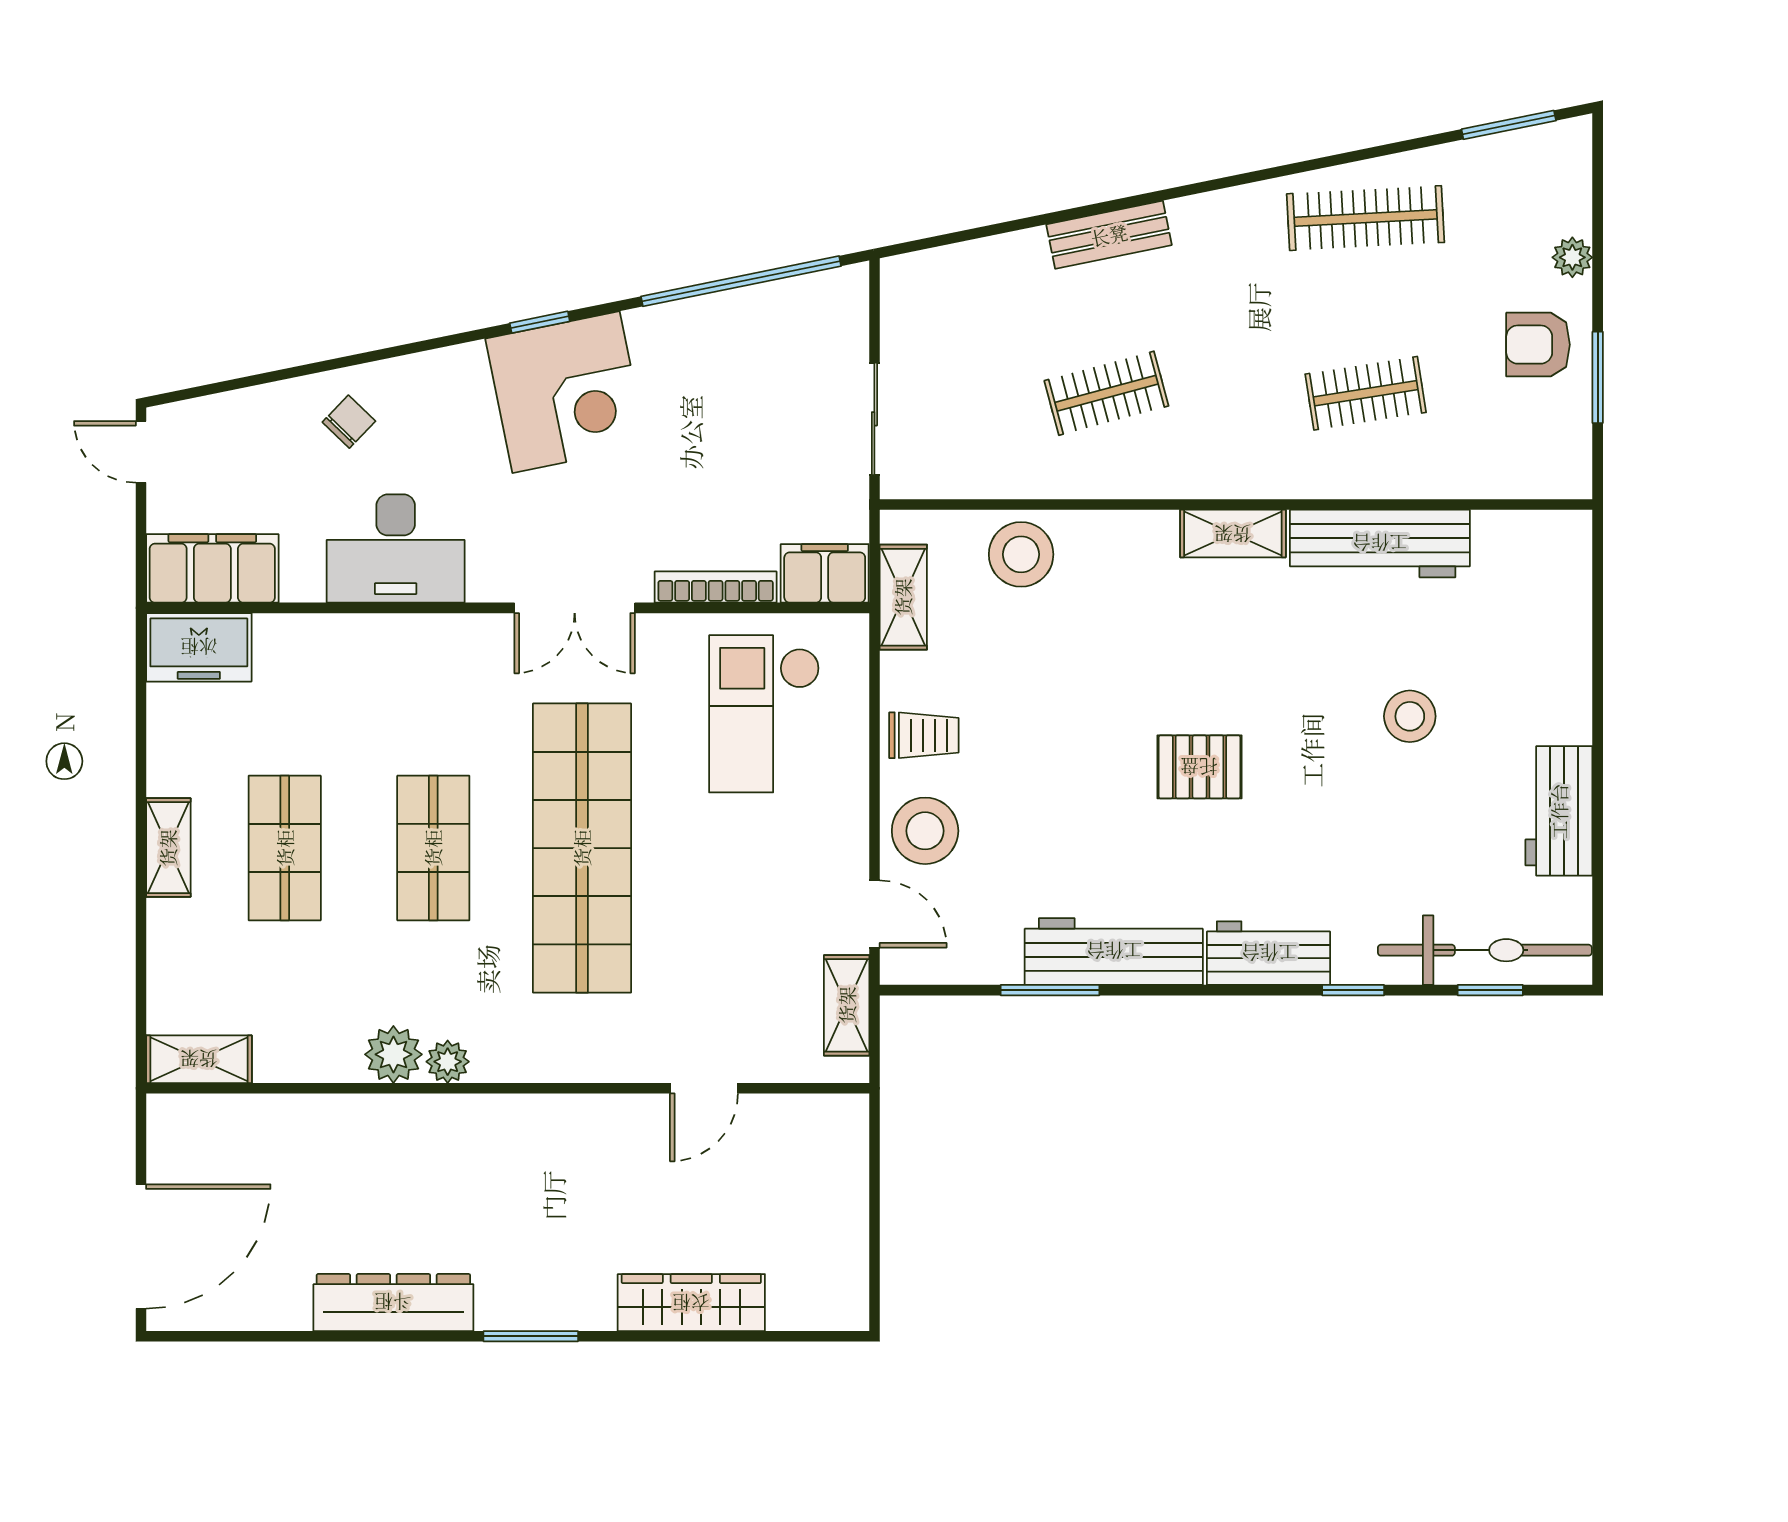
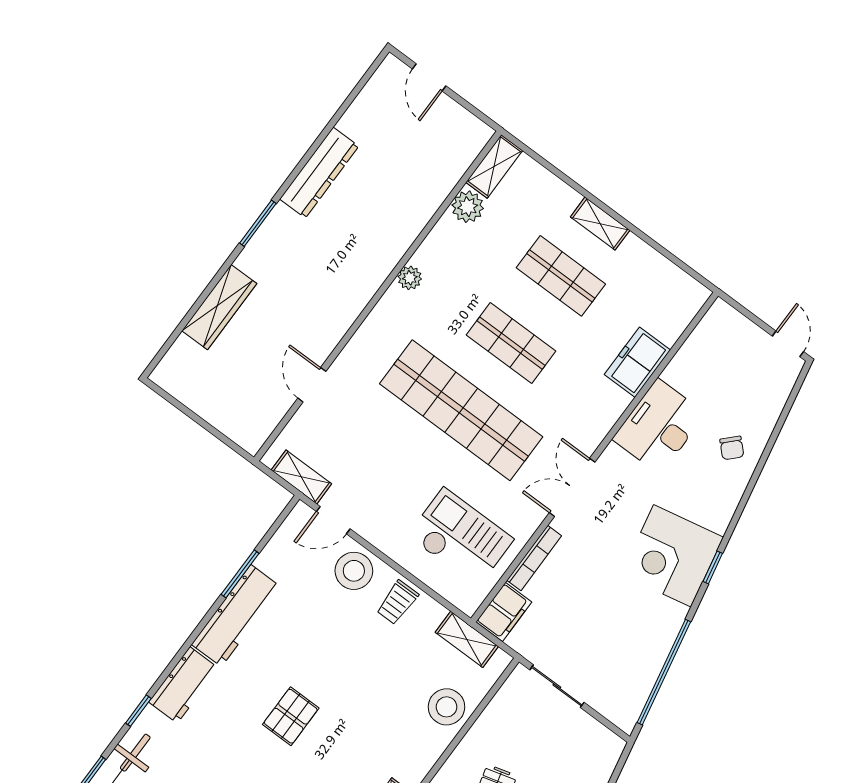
door: (141, 452) -> (788, 344), hinge flipped
filing cabinet: (212, 568) -> (711, 337), removed
freezer: (199, 647) -> (637, 362), moved
plant: (393, 1054) -> (468, 207), moved
door: (141, 1246) -> (429, 77), width x0.53

